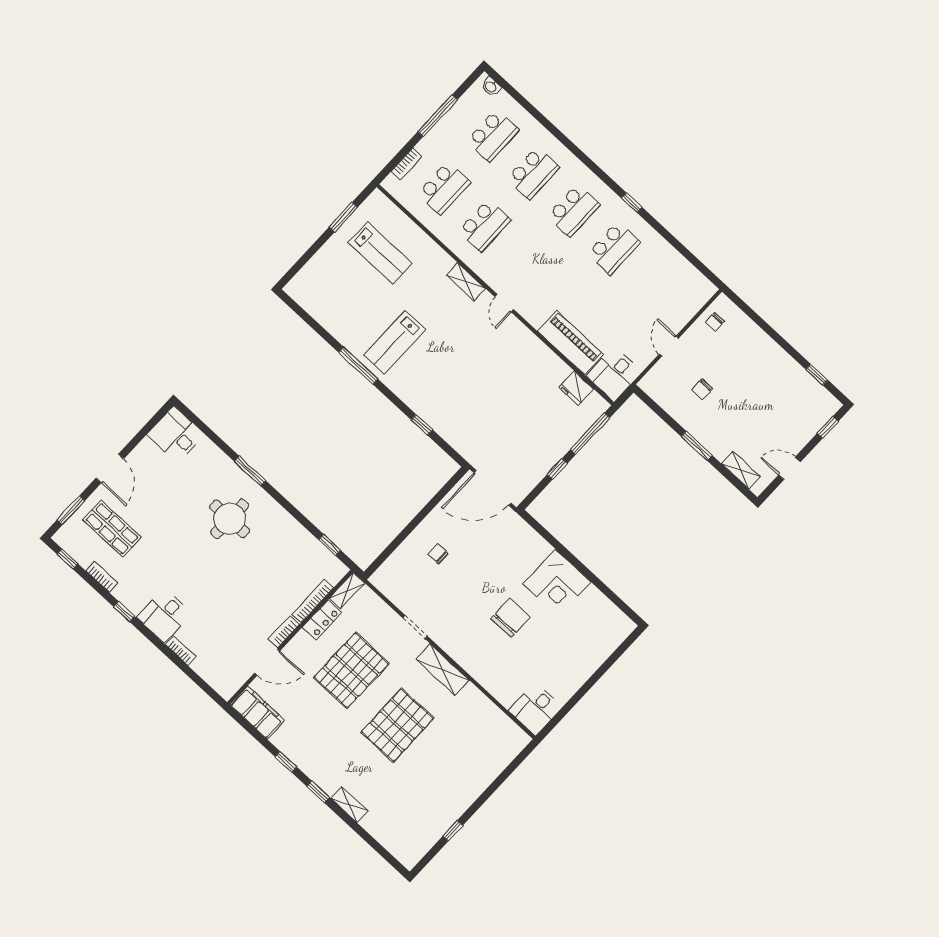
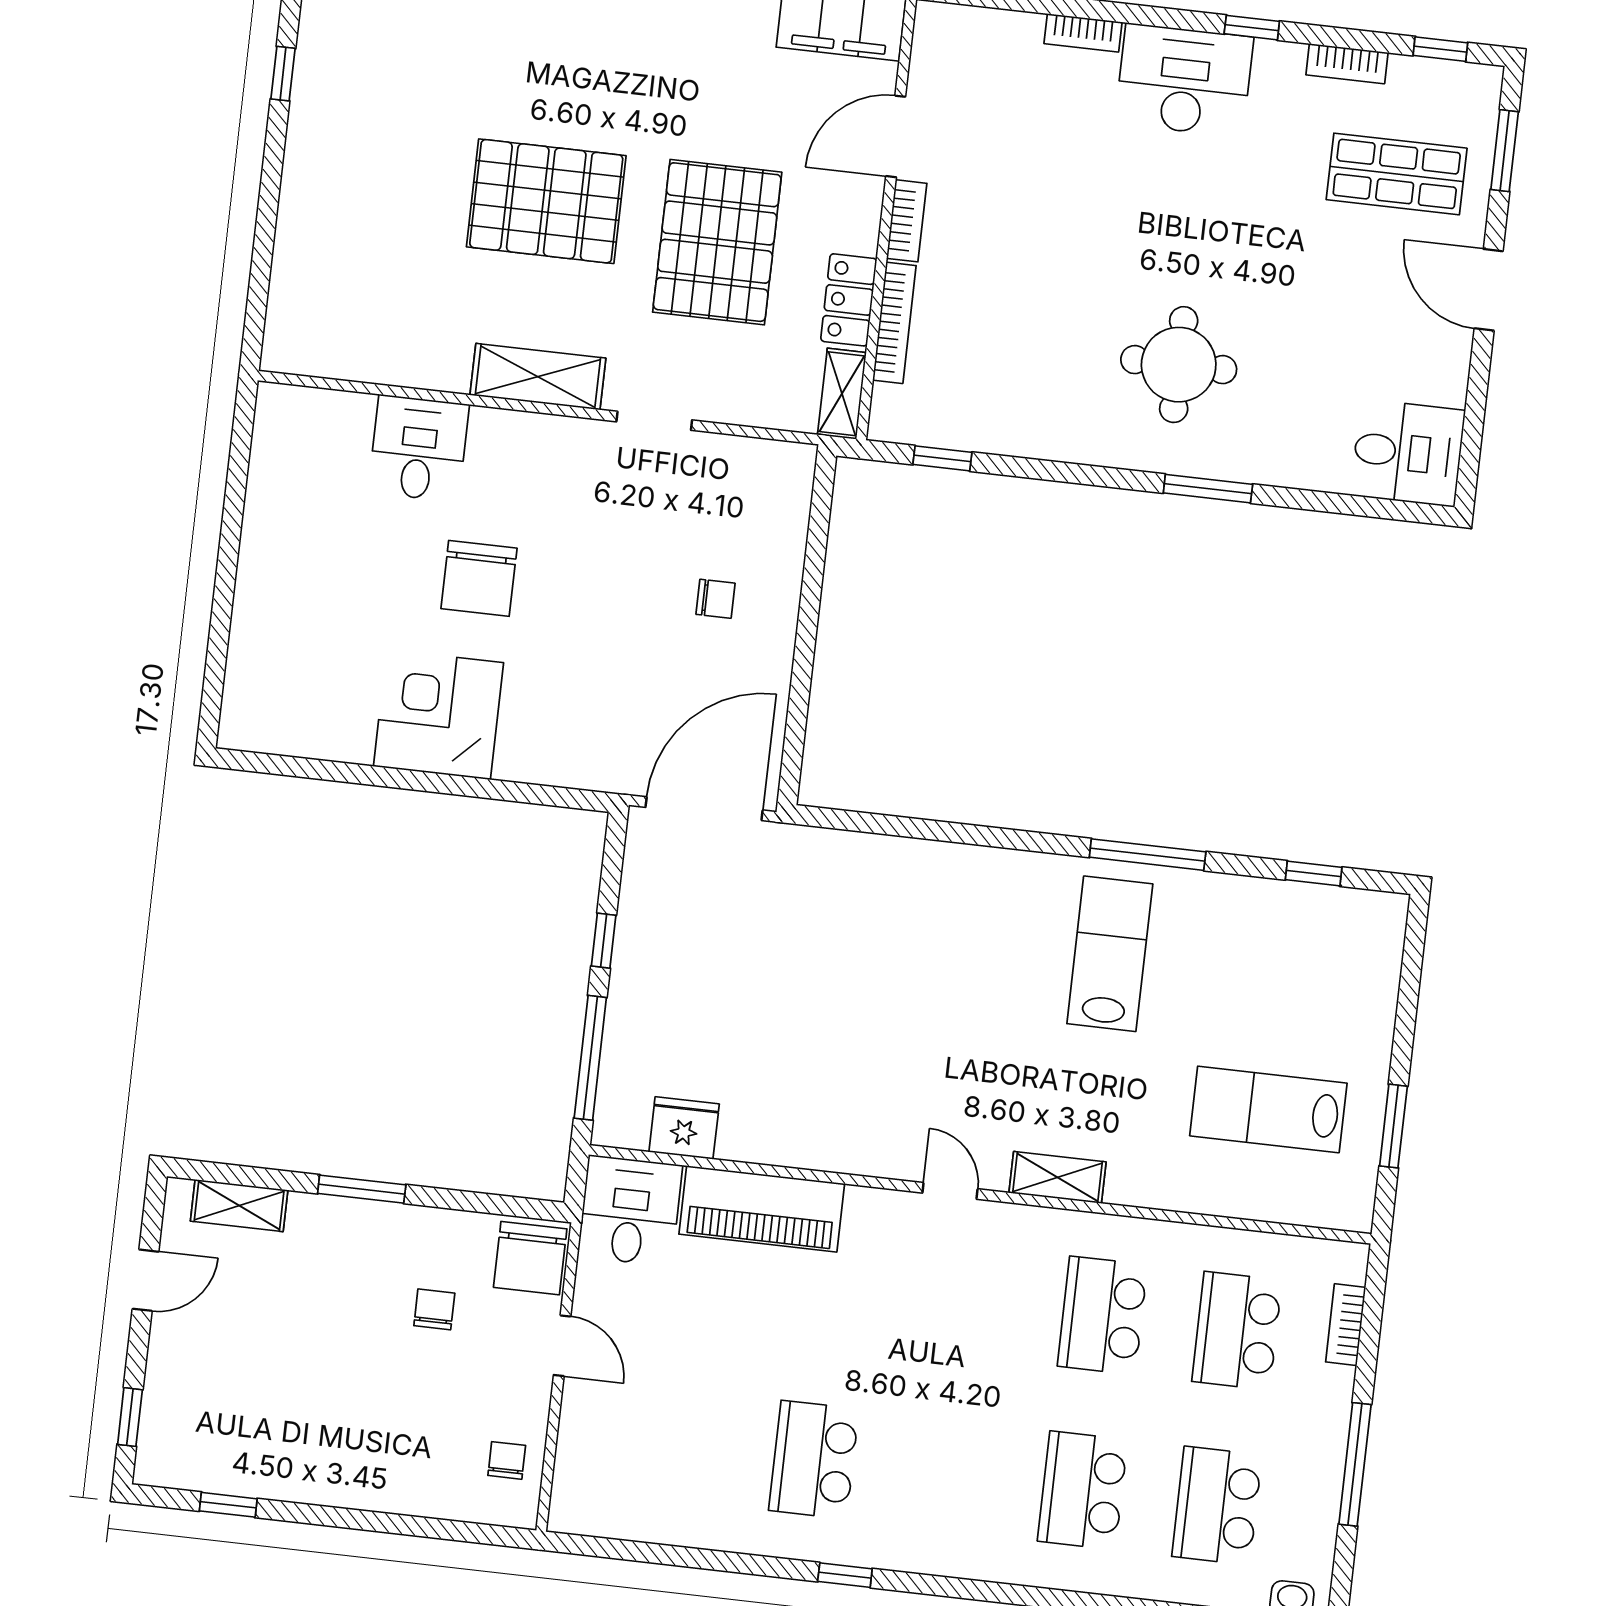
school desk: (574, 210) -> (948, 1475), removed
chair: (658, 383) -> (530, 1258), added
window: (422, 425) -> (1314, 873), moved
desk: (164, 616) -> (1184, 80), width x1.37
desk: (535, 709) -> (419, 448), moved
pallet: (397, 725) -> (546, 201), turned 90

